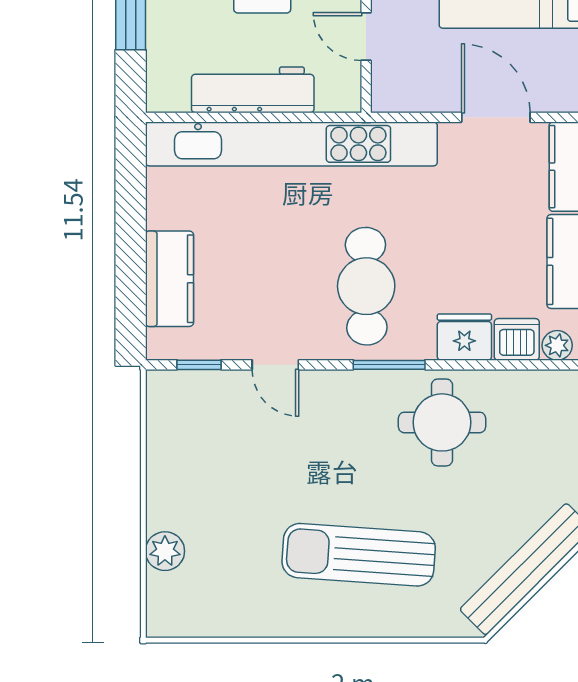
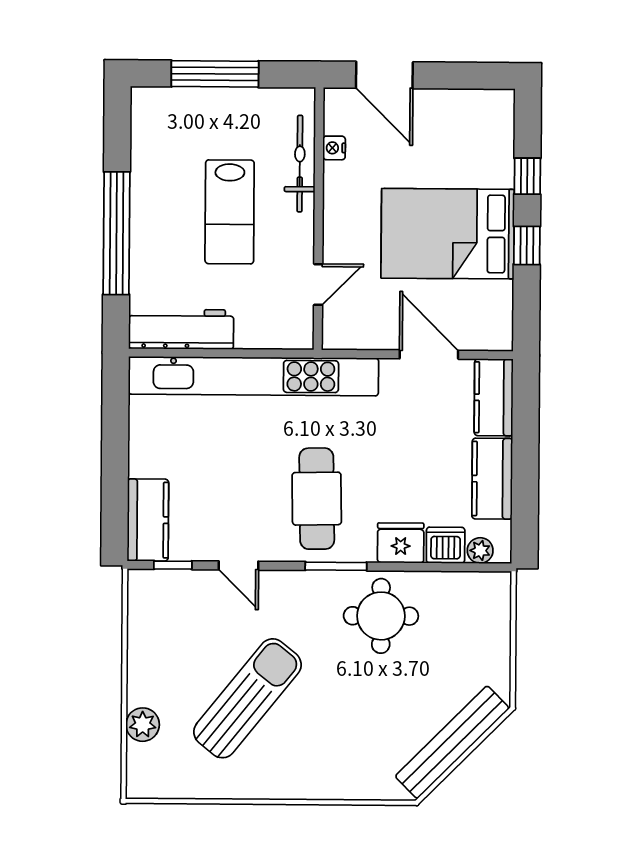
door: (366, 37) -> (318, 285), swing flipped
workbench: (253, 90) -> (181, 329), moved
kitchen counter: (169, 279) -> (148, 520), moved
sun lounger: (359, 555) -> (247, 698), moved, turned 125

